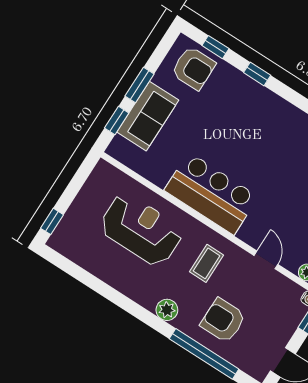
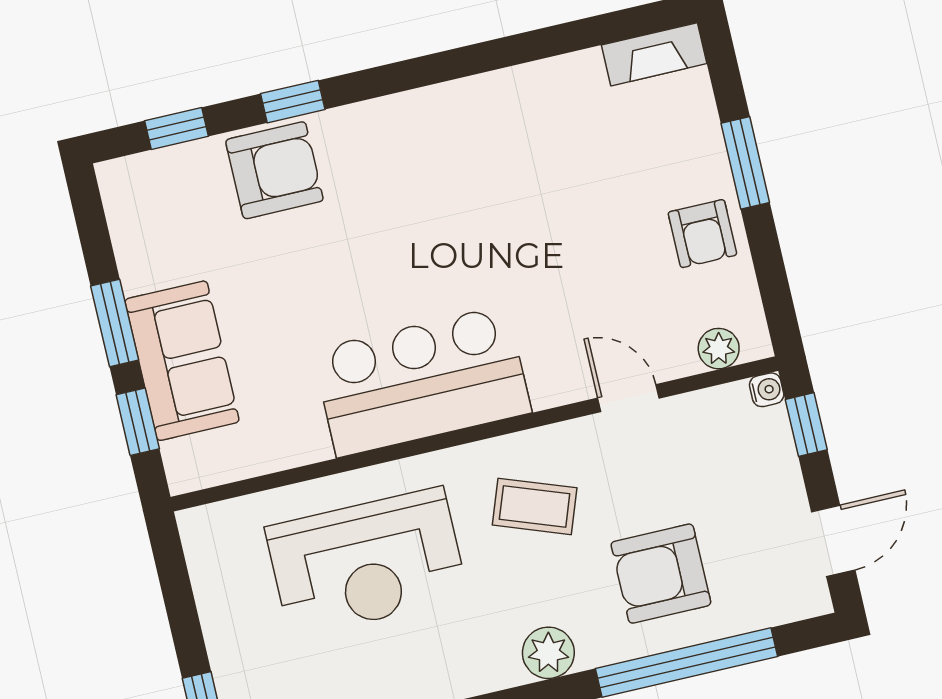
armchair: (193, 68) -> (274, 170), moved
reception desk: (141, 230) -> (367, 562), turned 180
coffee table: (207, 263) -> (535, 506), turned -70

